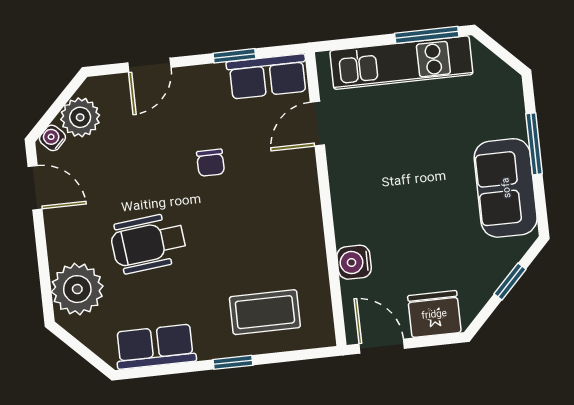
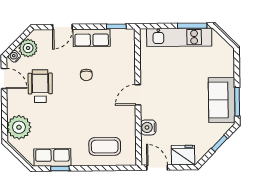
window: (234, 56) -> (116, 26), moved
row of seats: (267, 76) -> (92, 38), moved
door: (317, 124) -> (138, 95), moved
window: (534, 144) -> (237, 102), moved
wheelchair: (148, 243) -> (40, 86), moved, turned 96
window: (233, 362) -> (60, 169), moved

